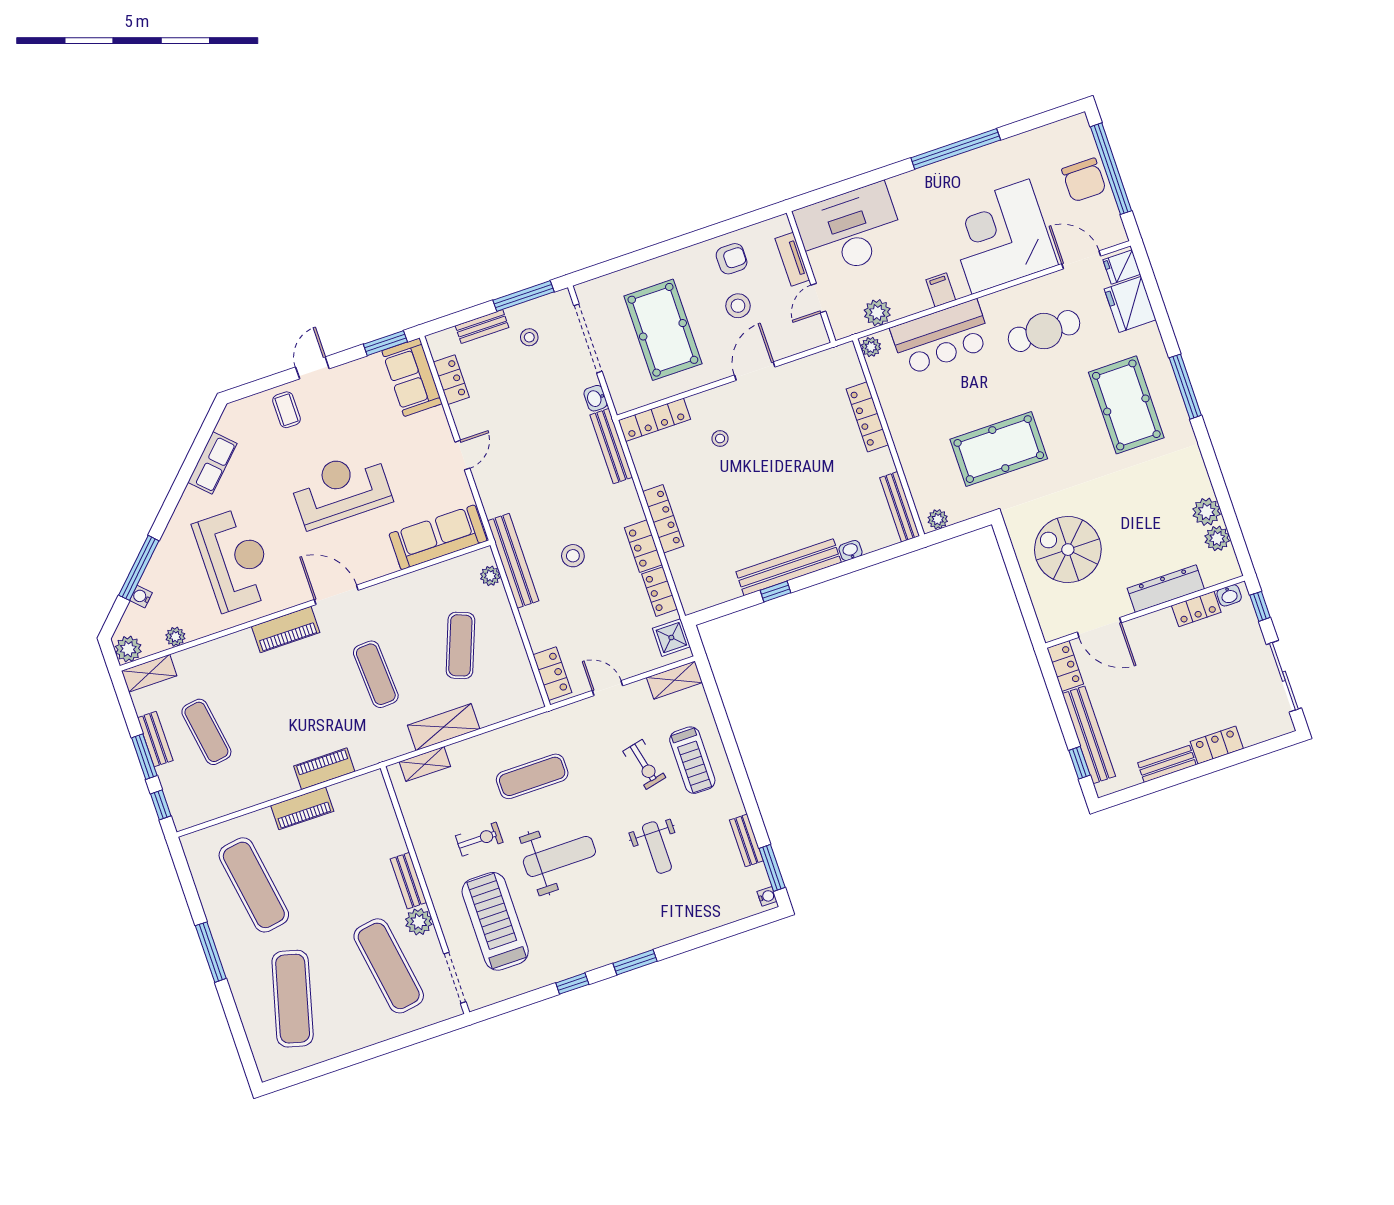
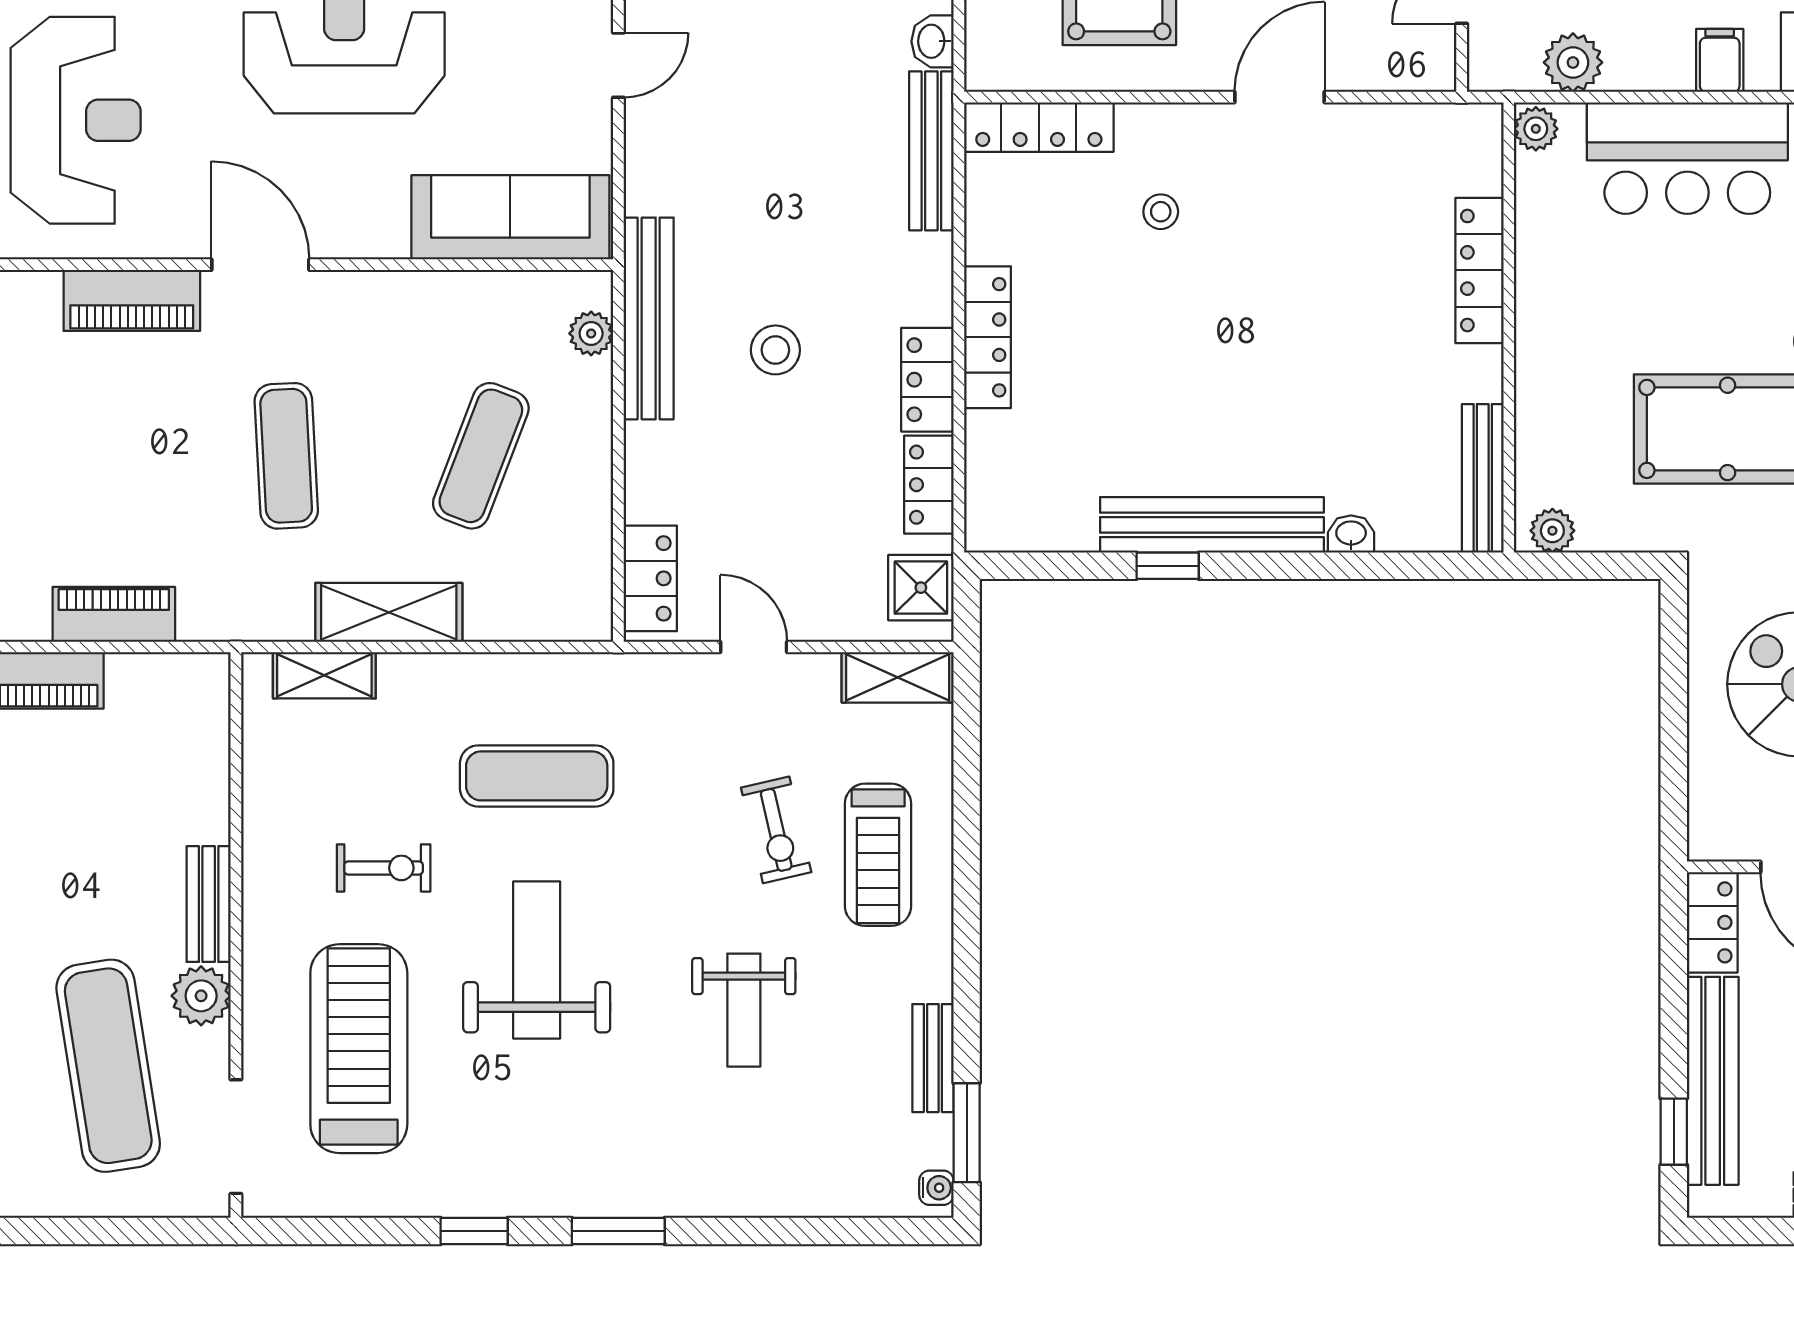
weight bench: (559, 856) -> (537, 960), turned -90

